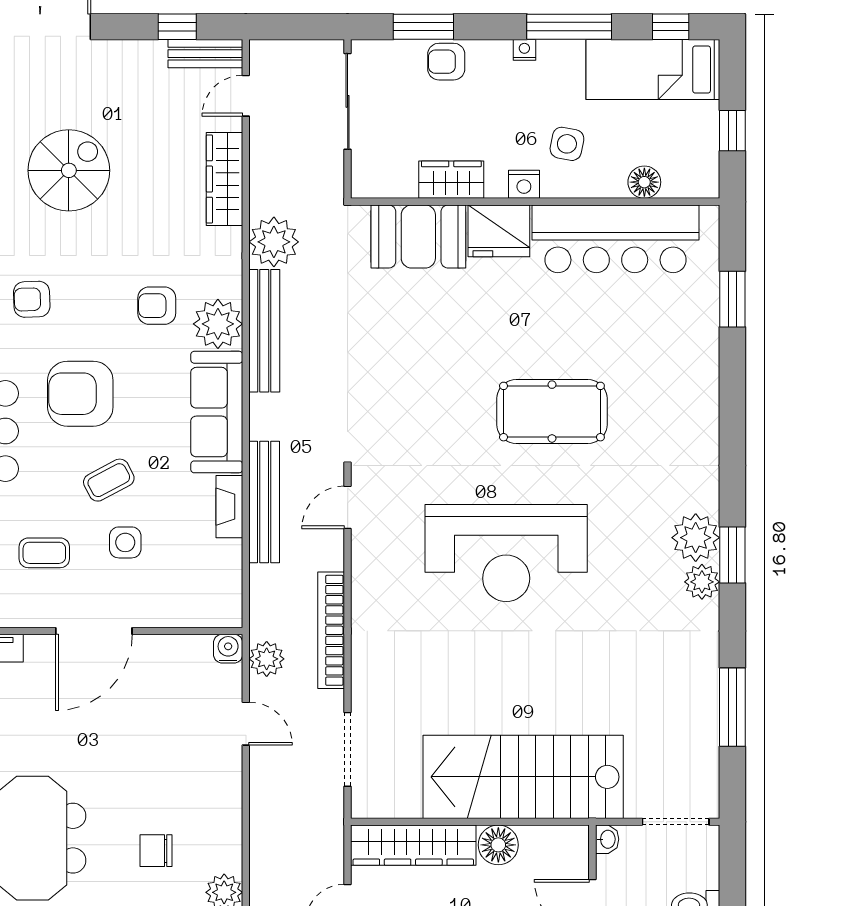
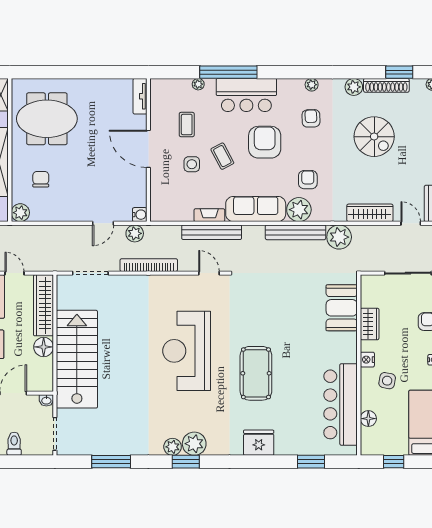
fridge: (499, 231) -> (259, 443), moved, turned 90

